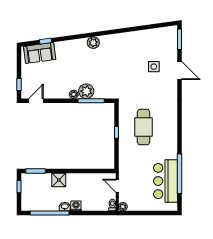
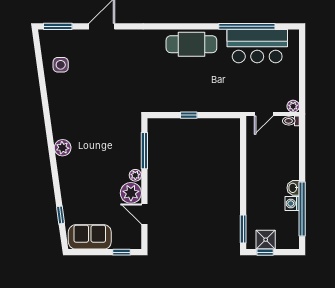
sofa: (40, 53) -> (90, 237), moved, turned -82
side table: (154, 67) -> (61, 65), moved
plant: (86, 91) -> (131, 193), moved
door: (36, 101) -> (144, 214), moved
cafe table: (144, 127) -> (191, 44), moved
shower: (59, 180) -> (266, 240), moved
washing machine: (76, 206) -> (292, 204), moved

